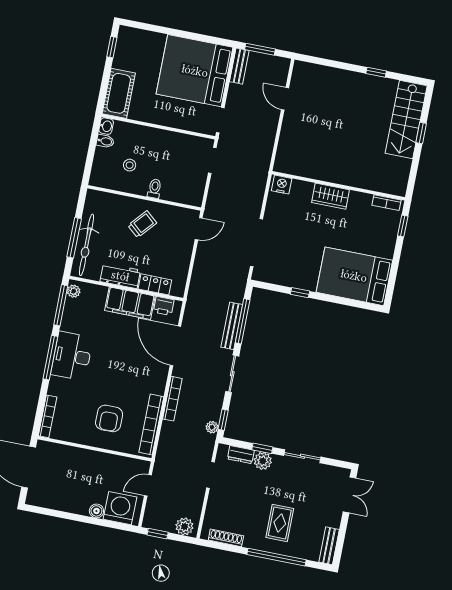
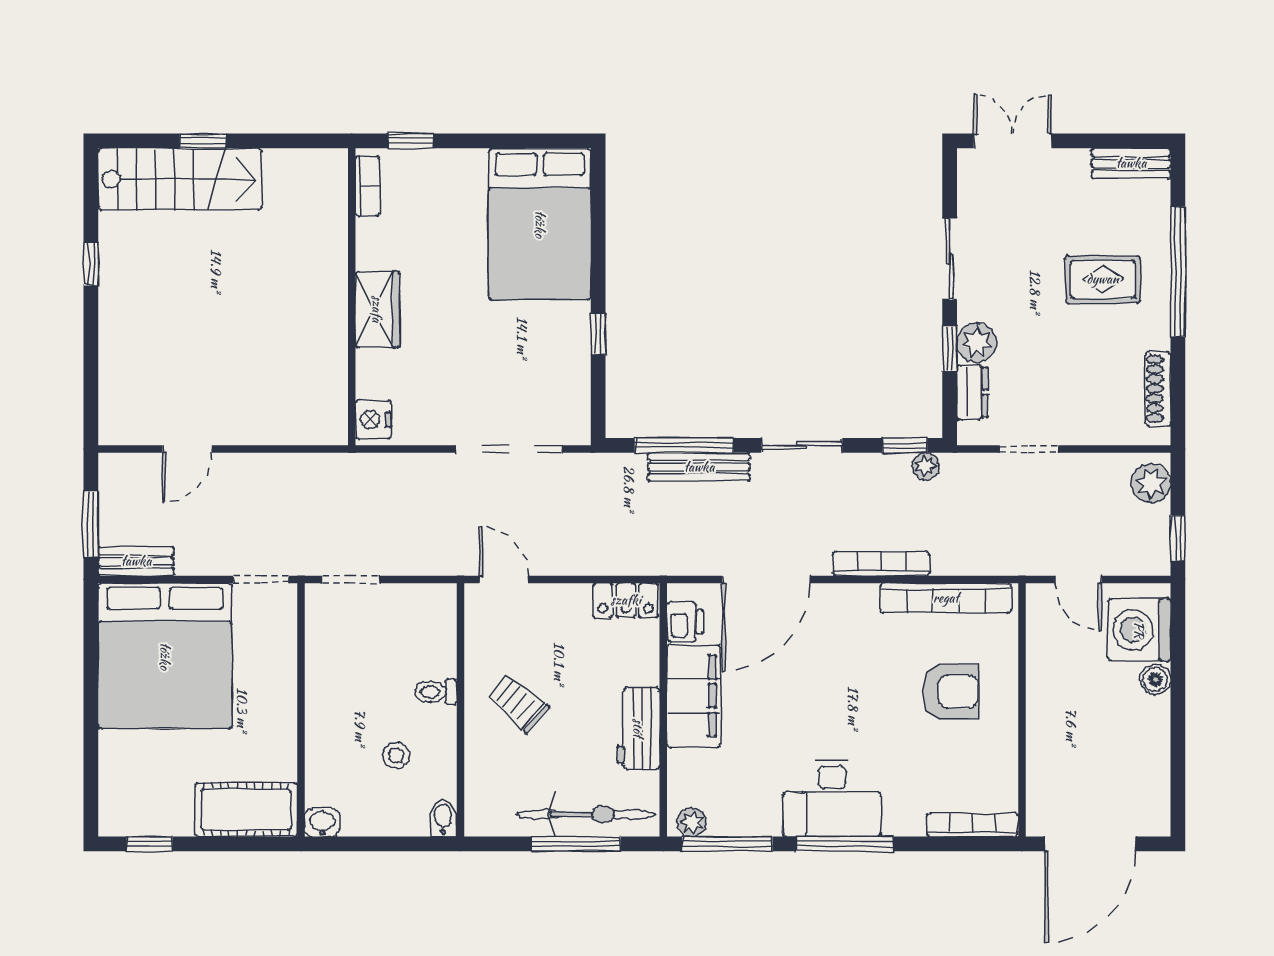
bidet: (105, 141) -> (443, 818), moved
locker: (155, 284) -> (626, 600), moved, turned -90

